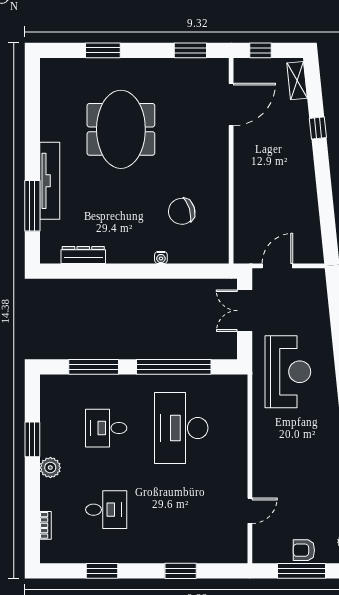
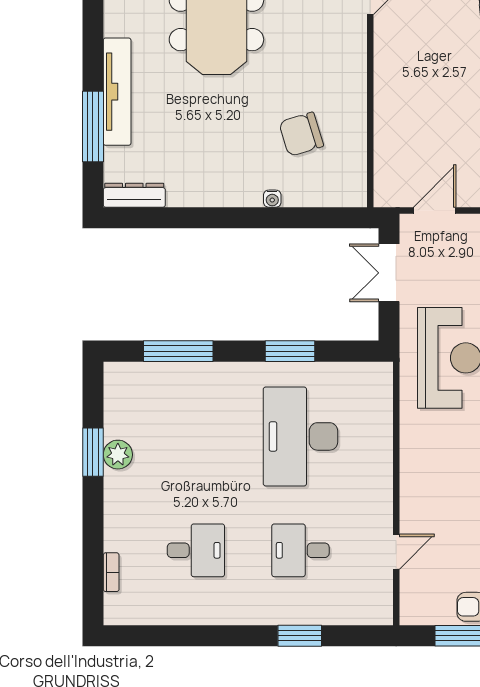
dresser: (83, 255) -> (134, 195), moved
window: (174, 367) -> (290, 351), width x0.47
desk: (106, 428) -> (300, 550), moved
plant: (50, 468) -> (118, 455), moved
window: (102, 571) -> (190, 636), removed

